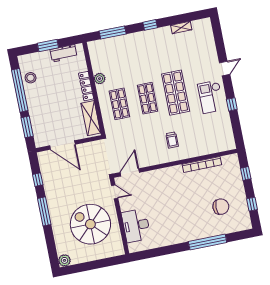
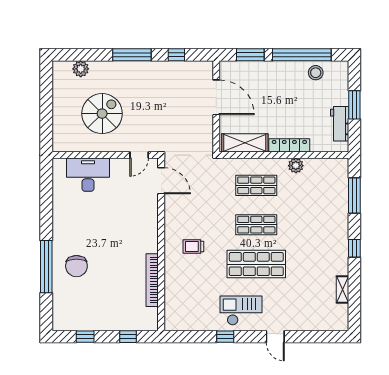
door: (62, 145) -> (216, 97), swing flipped
chair: (221, 207) -> (76, 266), moved
spiral stairs: (90, 224) -> (102, 114), width x0.73, depth x0.73
plant: (64, 260) -> (81, 69), moved

